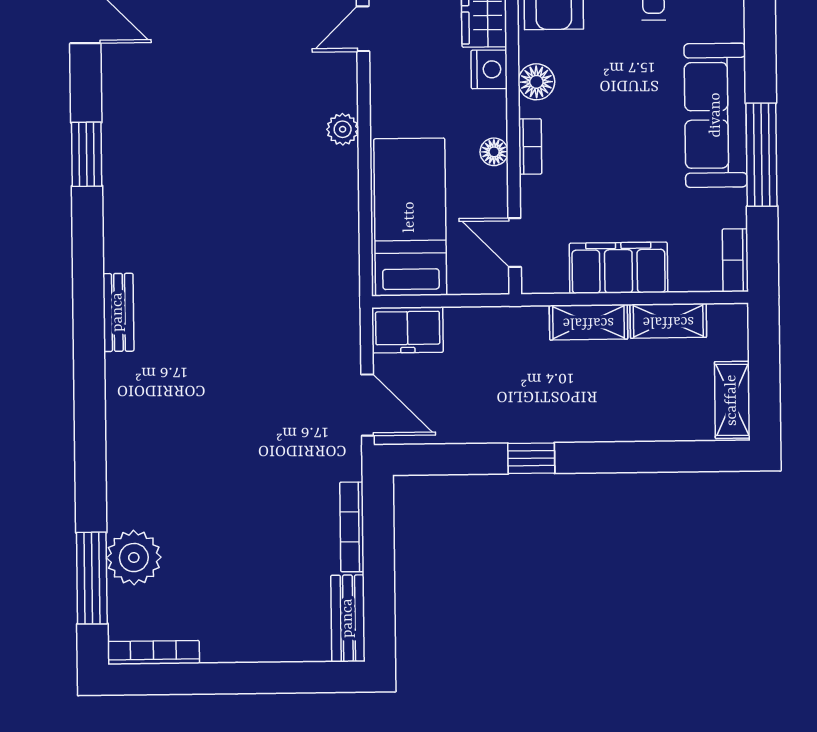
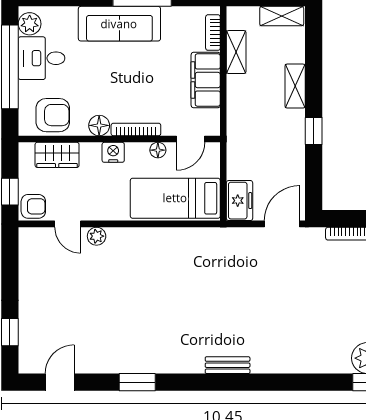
nightstand: (489, 69) -> (113, 152), moved
plant: (343, 129) -> (97, 236), moved
bookcase: (530, 147) -> (136, 129), width x1.56
floor lamp: (494, 152) -> (158, 150), moved
bookcase: (735, 260) -> (213, 33), moved, turned 90
shelving: (588, 322) -> (295, 86), moved

